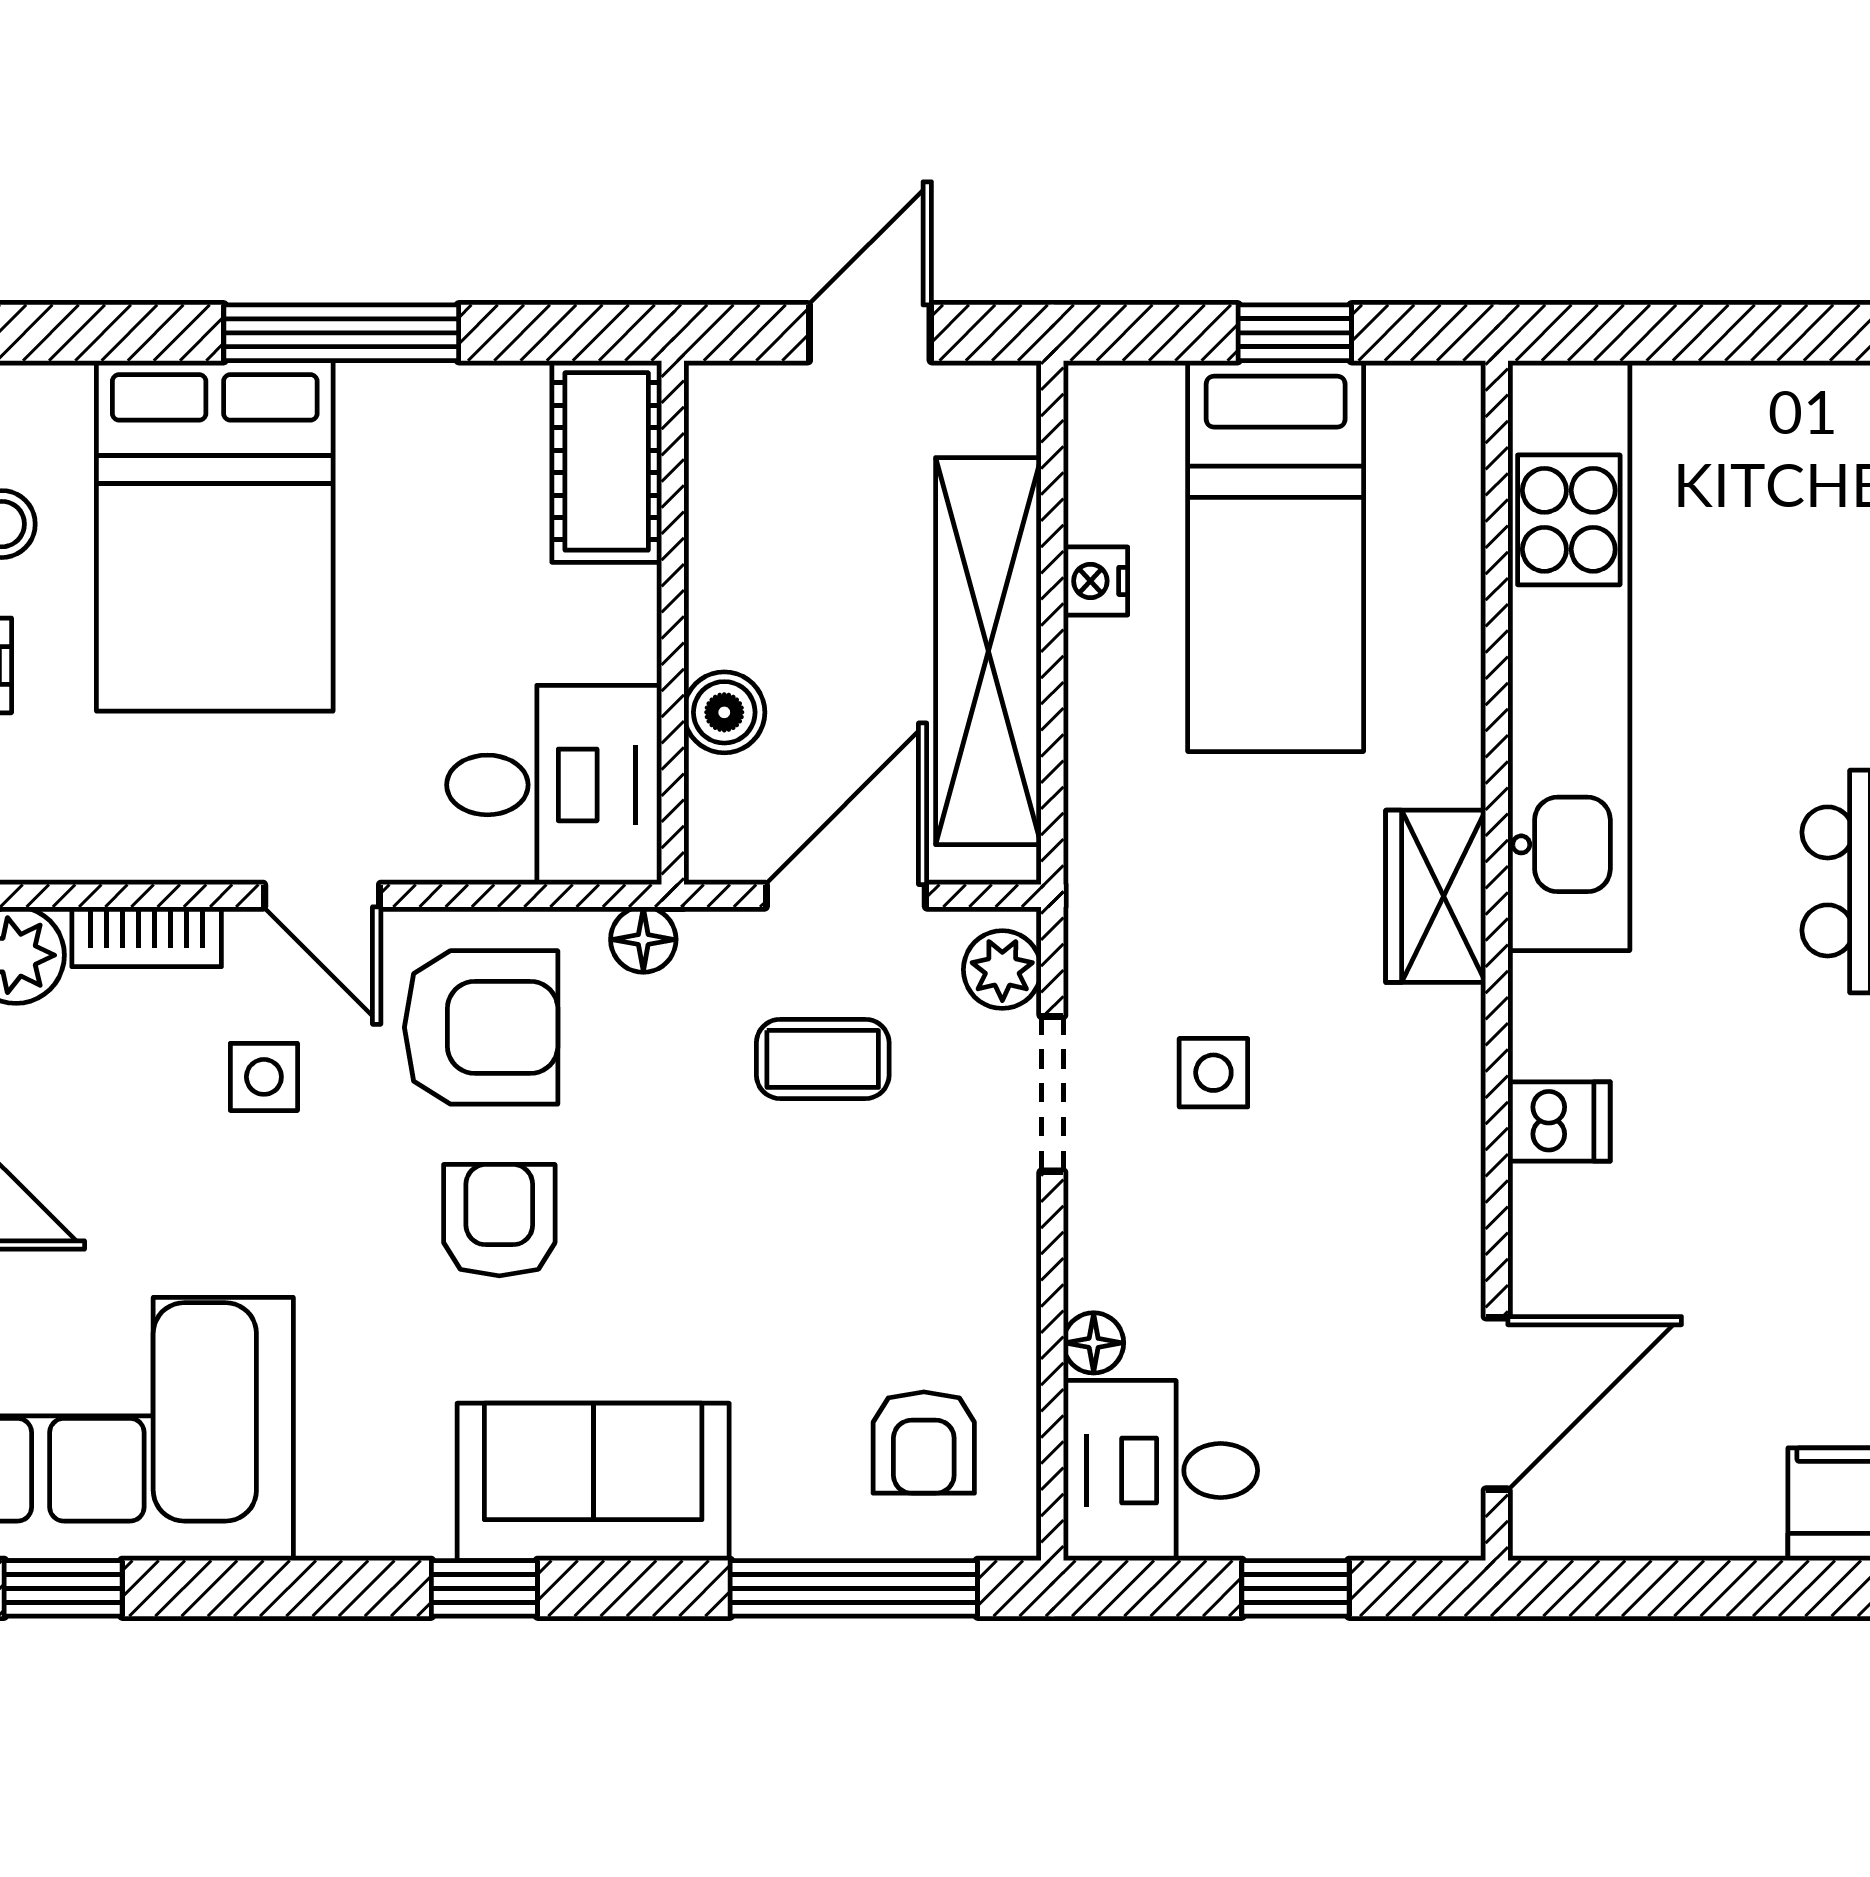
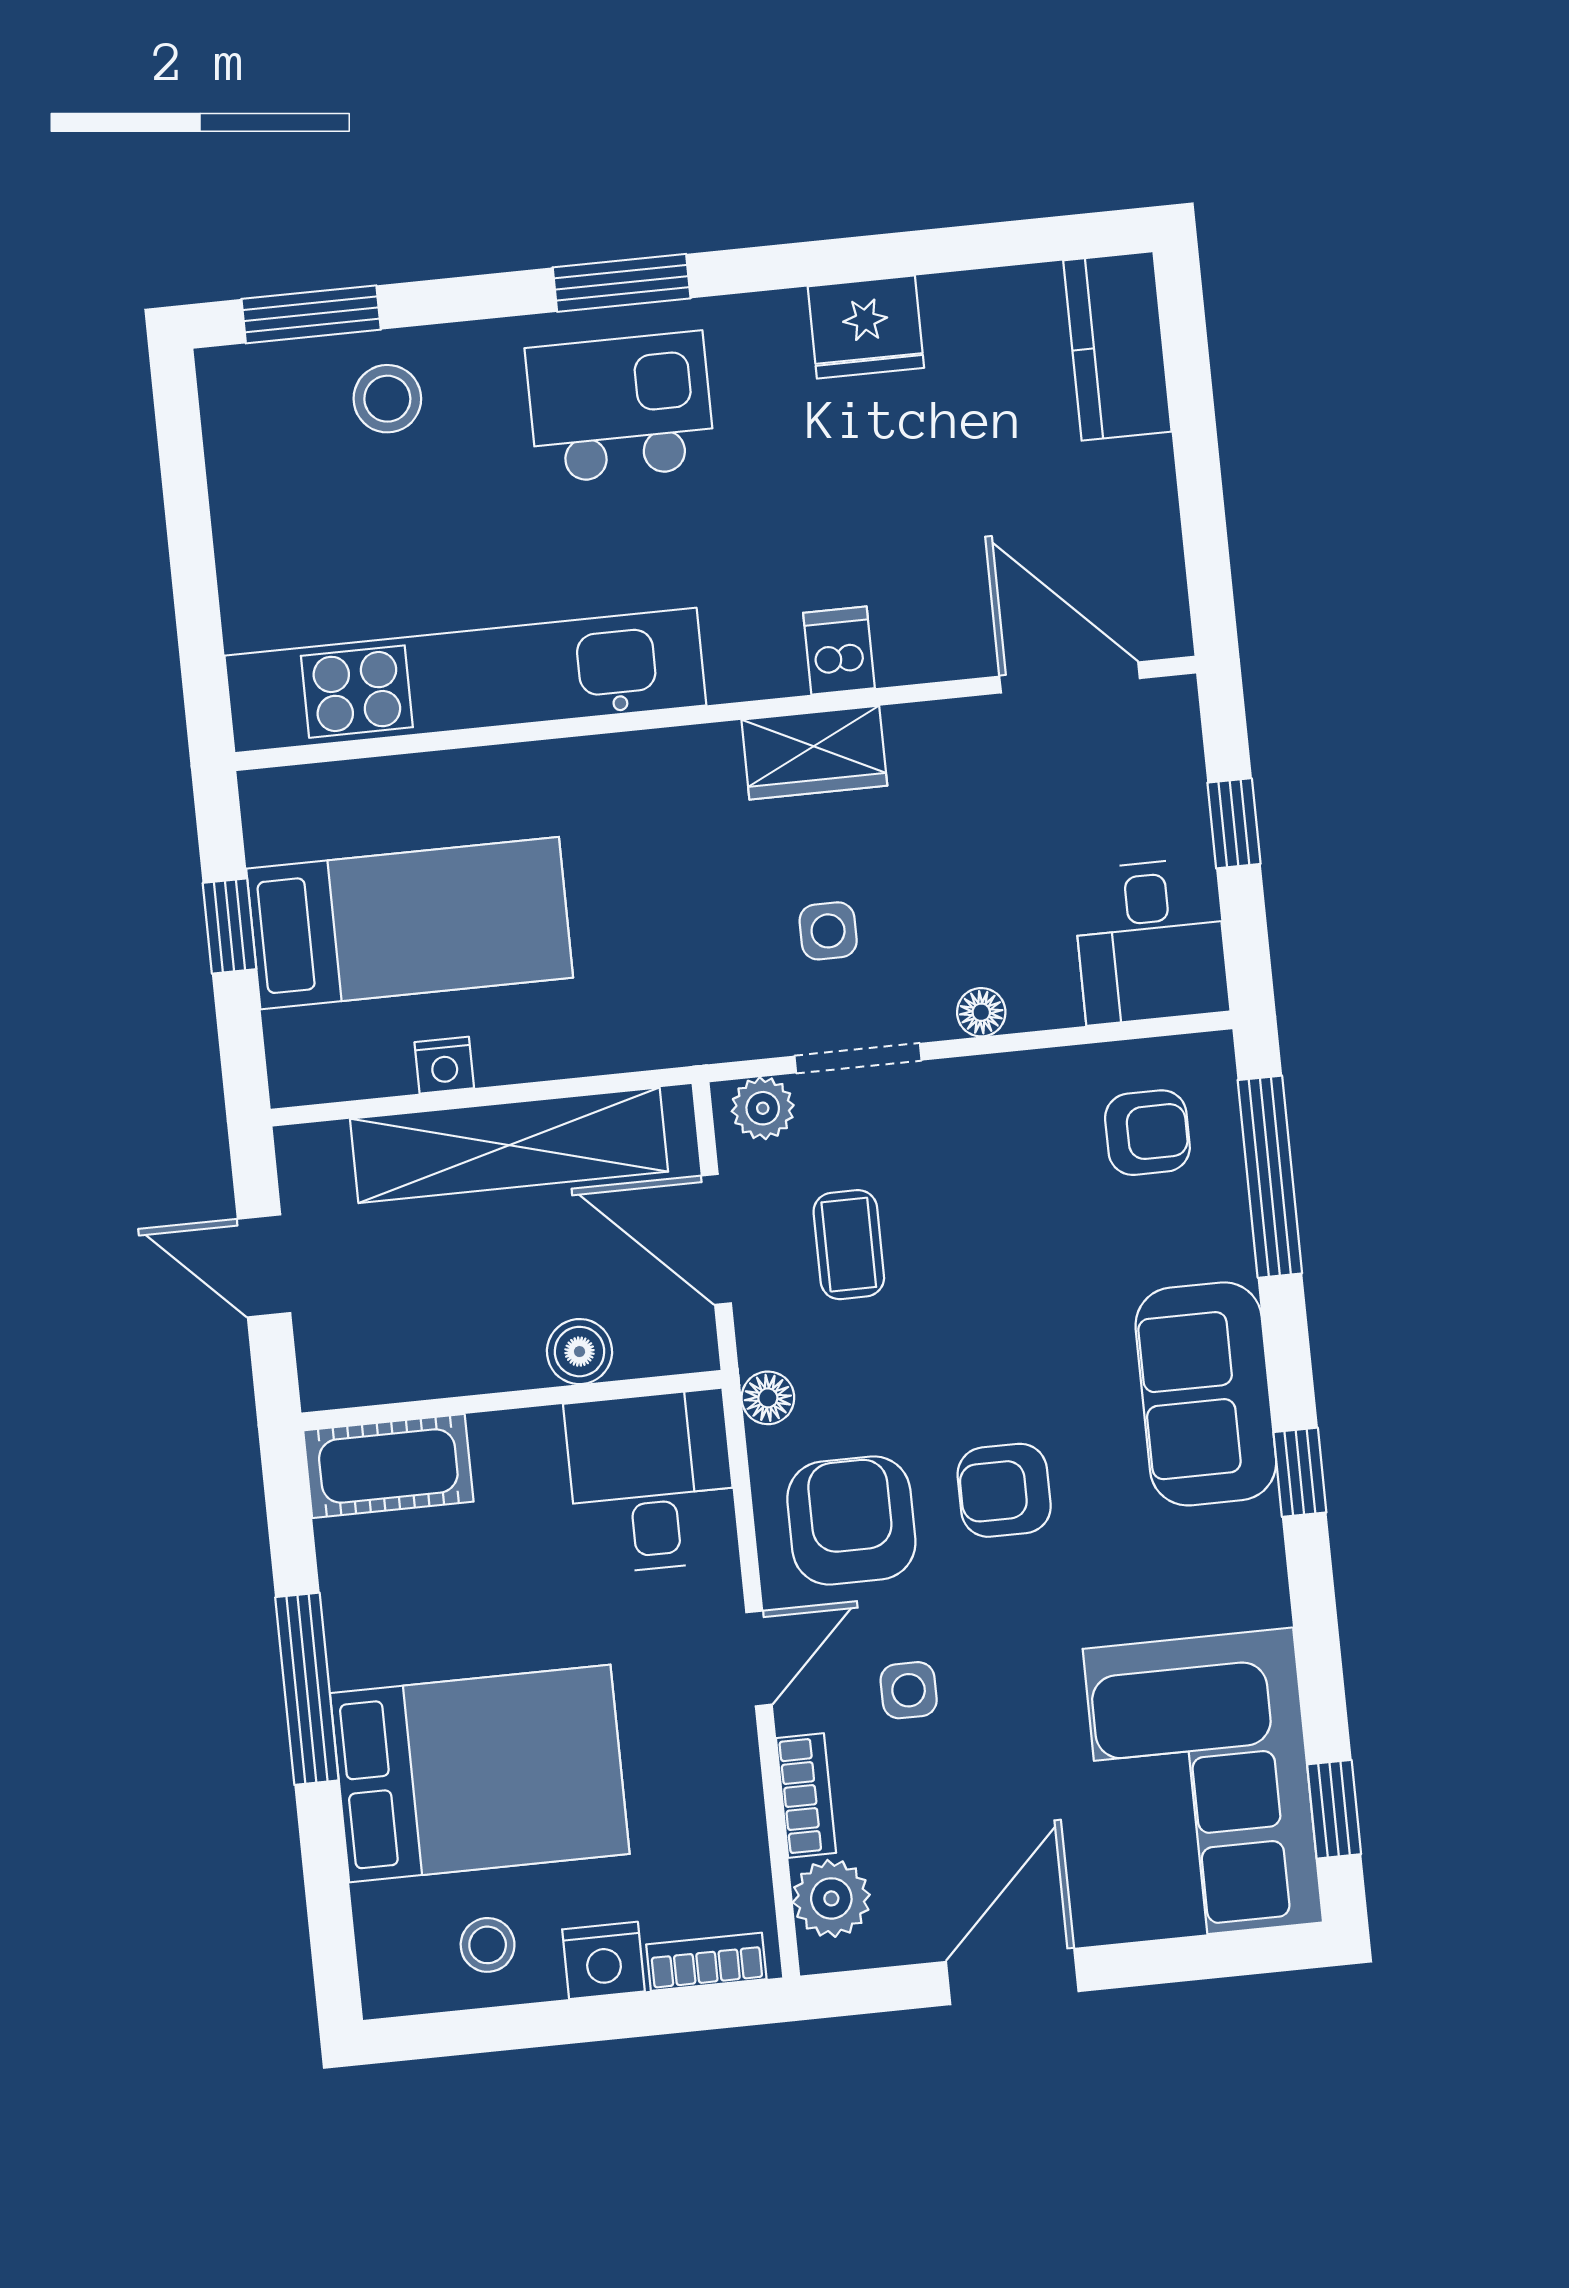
wardrobe: (1436, 896) -> (814, 753), moved
floor lamp: (1094, 1343) -> (981, 1012), moved

